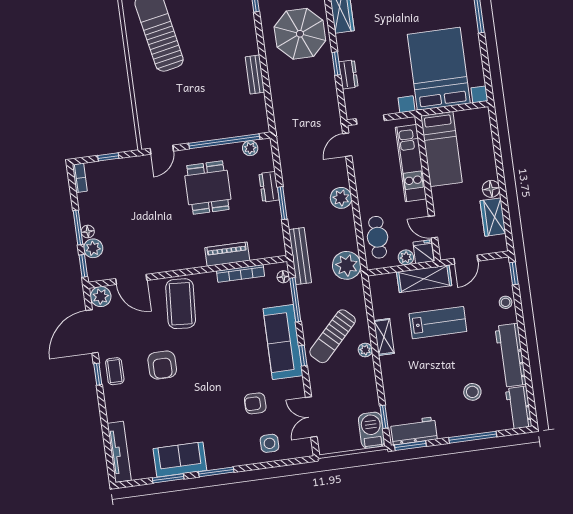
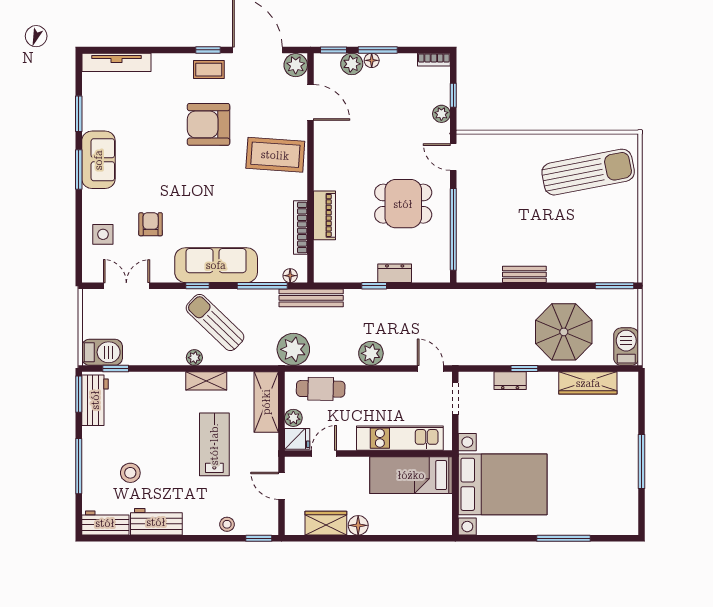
plant: (250, 148) -> (441, 114), moved
window: (282, 203) -> (374, 286), width x0.67
door: (131, 279) -> (310, 102), swing flipped
shelving: (424, 279) -> (266, 402), moved
lab bench: (438, 323) -> (214, 444), turned 180
workbench: (511, 355) -> (156, 522), width x0.73
armchair: (162, 365) -> (209, 124), width x1.36, depth x1.36
sofa: (180, 459) -> (98, 160), moved

